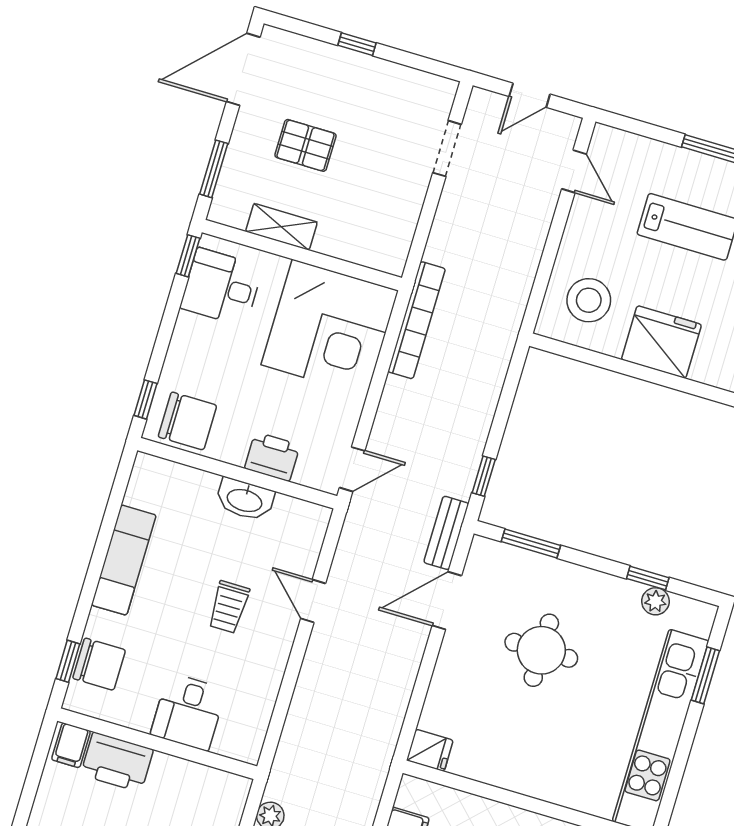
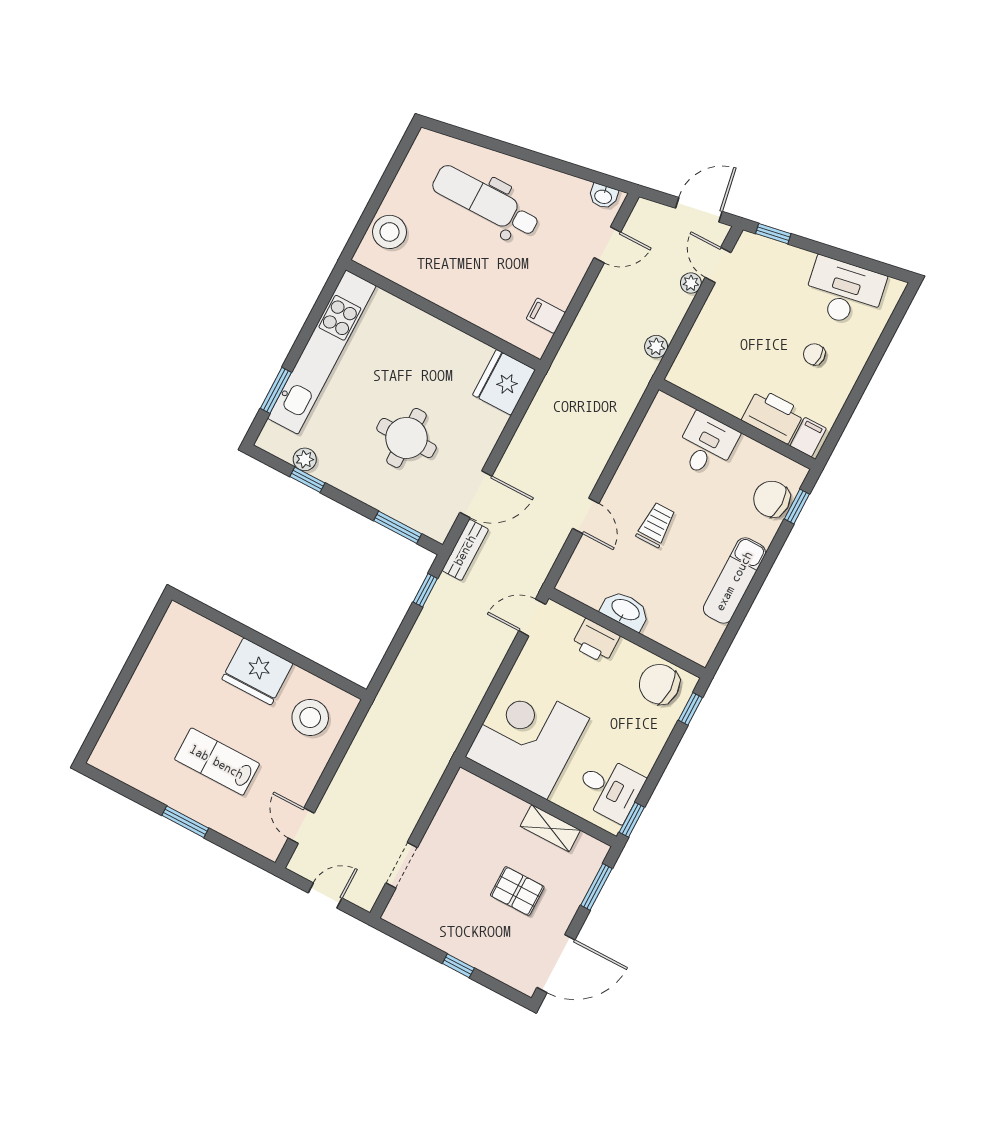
bookcase: (417, 320) -> (455, 729), removed
fridge: (430, 750) -> (504, 382), width x1.88, depth x1.34

